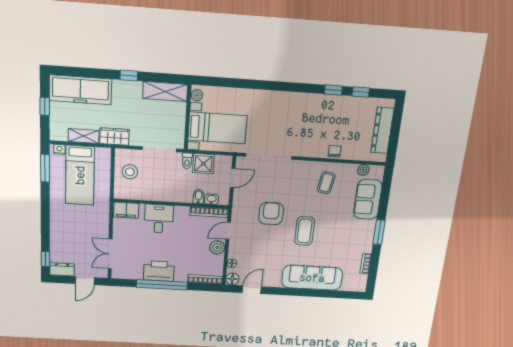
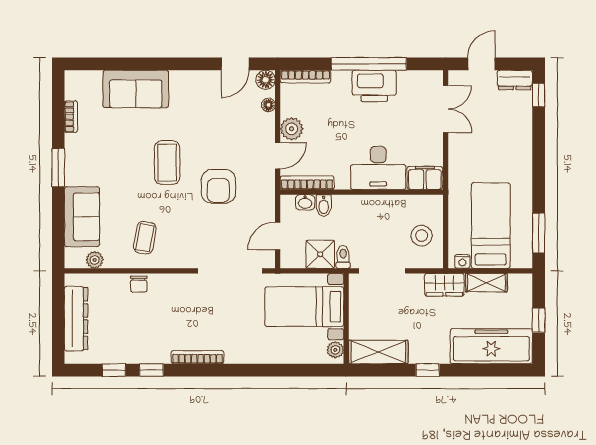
bookcase: (299, 97) -> (197, 357), added
nightstand: (59, 149) -> (462, 261), moved
desk: (159, 219) -> (378, 168), width x1.37
sofa: (312, 278) -> (136, 89), width x0.73

